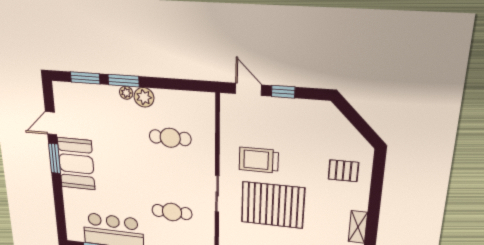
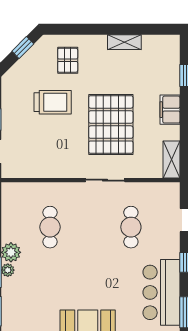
window: (362, 126) -> (23, 47), added
trolley: (259, 160) -> (53, 102), moved, turned -90

